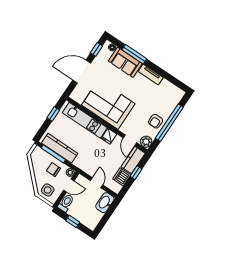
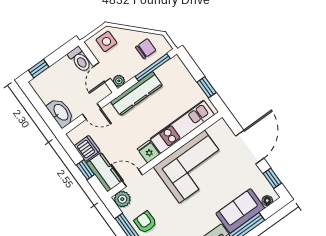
kitchen counter: (60, 148) -> (136, 93), moved
chair: (54, 170) -> (146, 49), moved
window: (73, 221) -> (39, 69), moved

